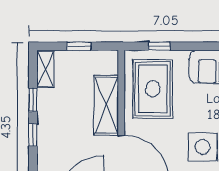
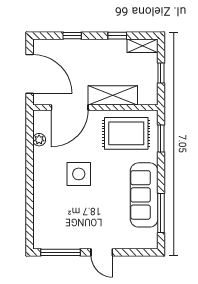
window: (159, 46) -> (161, 139), width x1.50
window: (33, 135) -> (72, 36), moved

